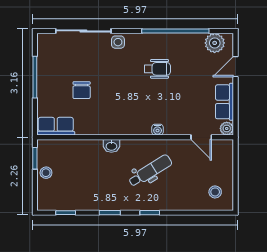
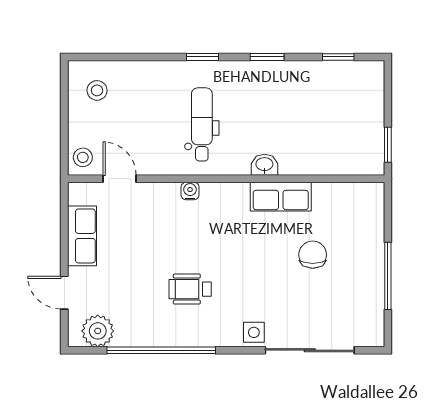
door: (235, 67) -> (64, 293), swing flipped
row of seats: (56, 126) -> (281, 197), moved
plant: (227, 128) -> (78, 193), removed
dental chair: (150, 171) -> (202, 124), turned 122
stool: (46, 173) -> (83, 157), moved

